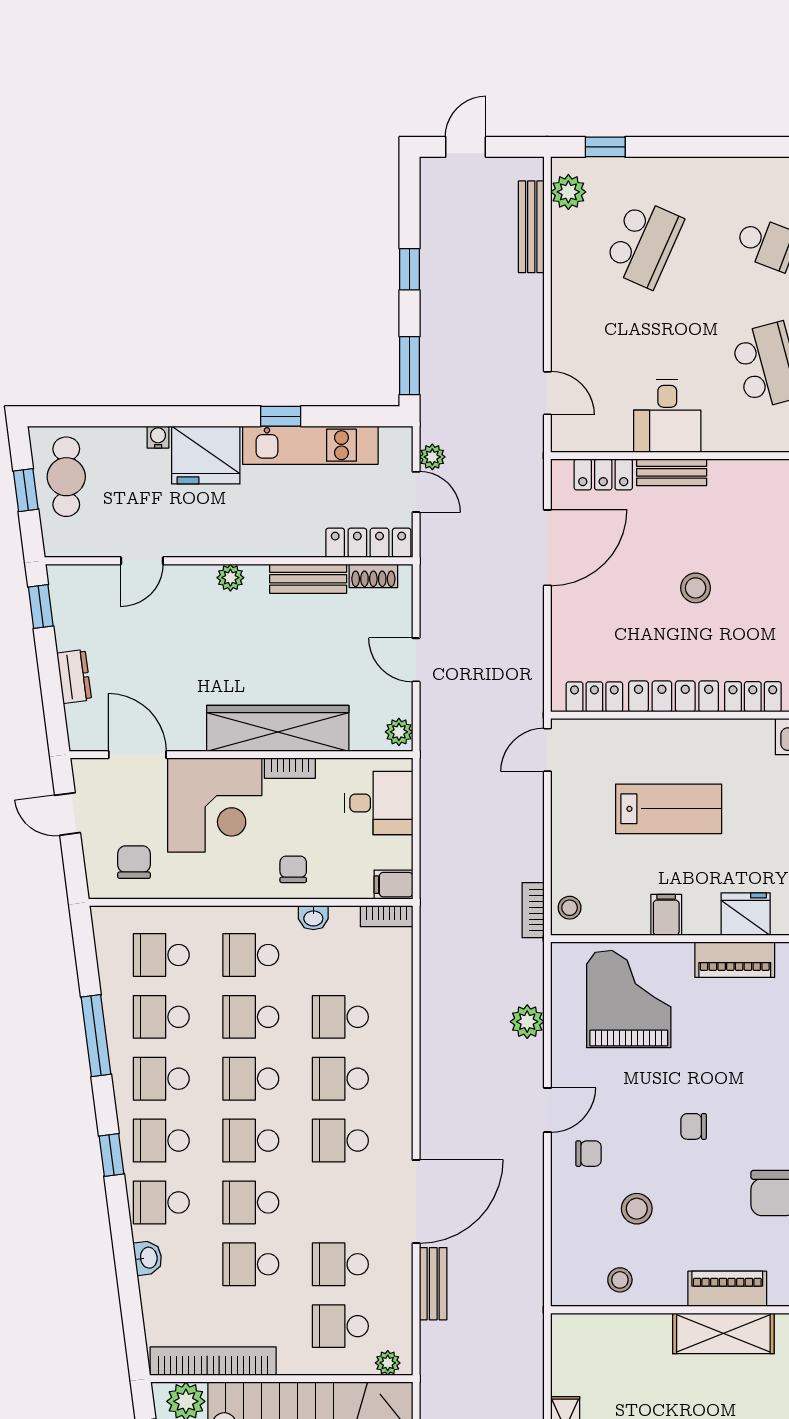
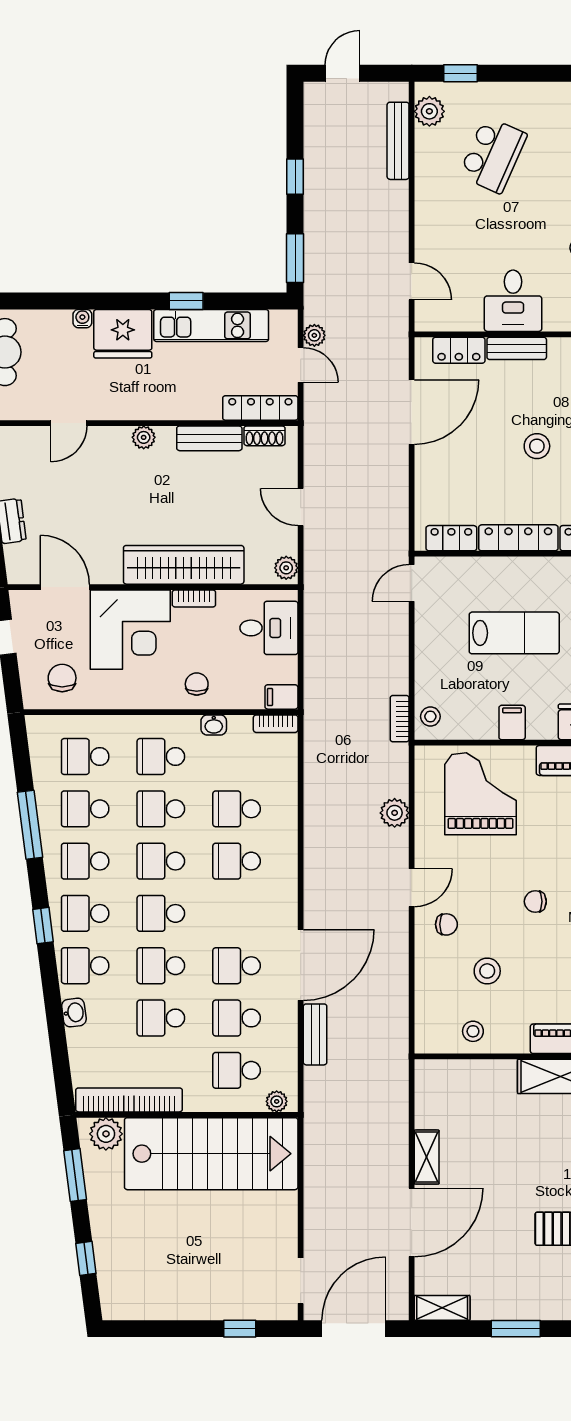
school desk: (340, 1141) -> (237, 966), moved

